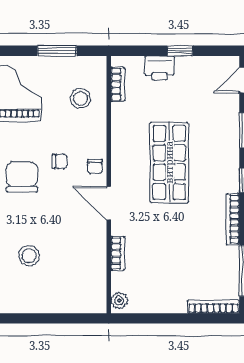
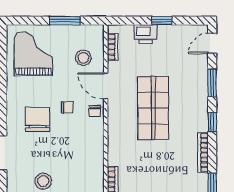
door: (109, 203) -> (106, 86), moved

